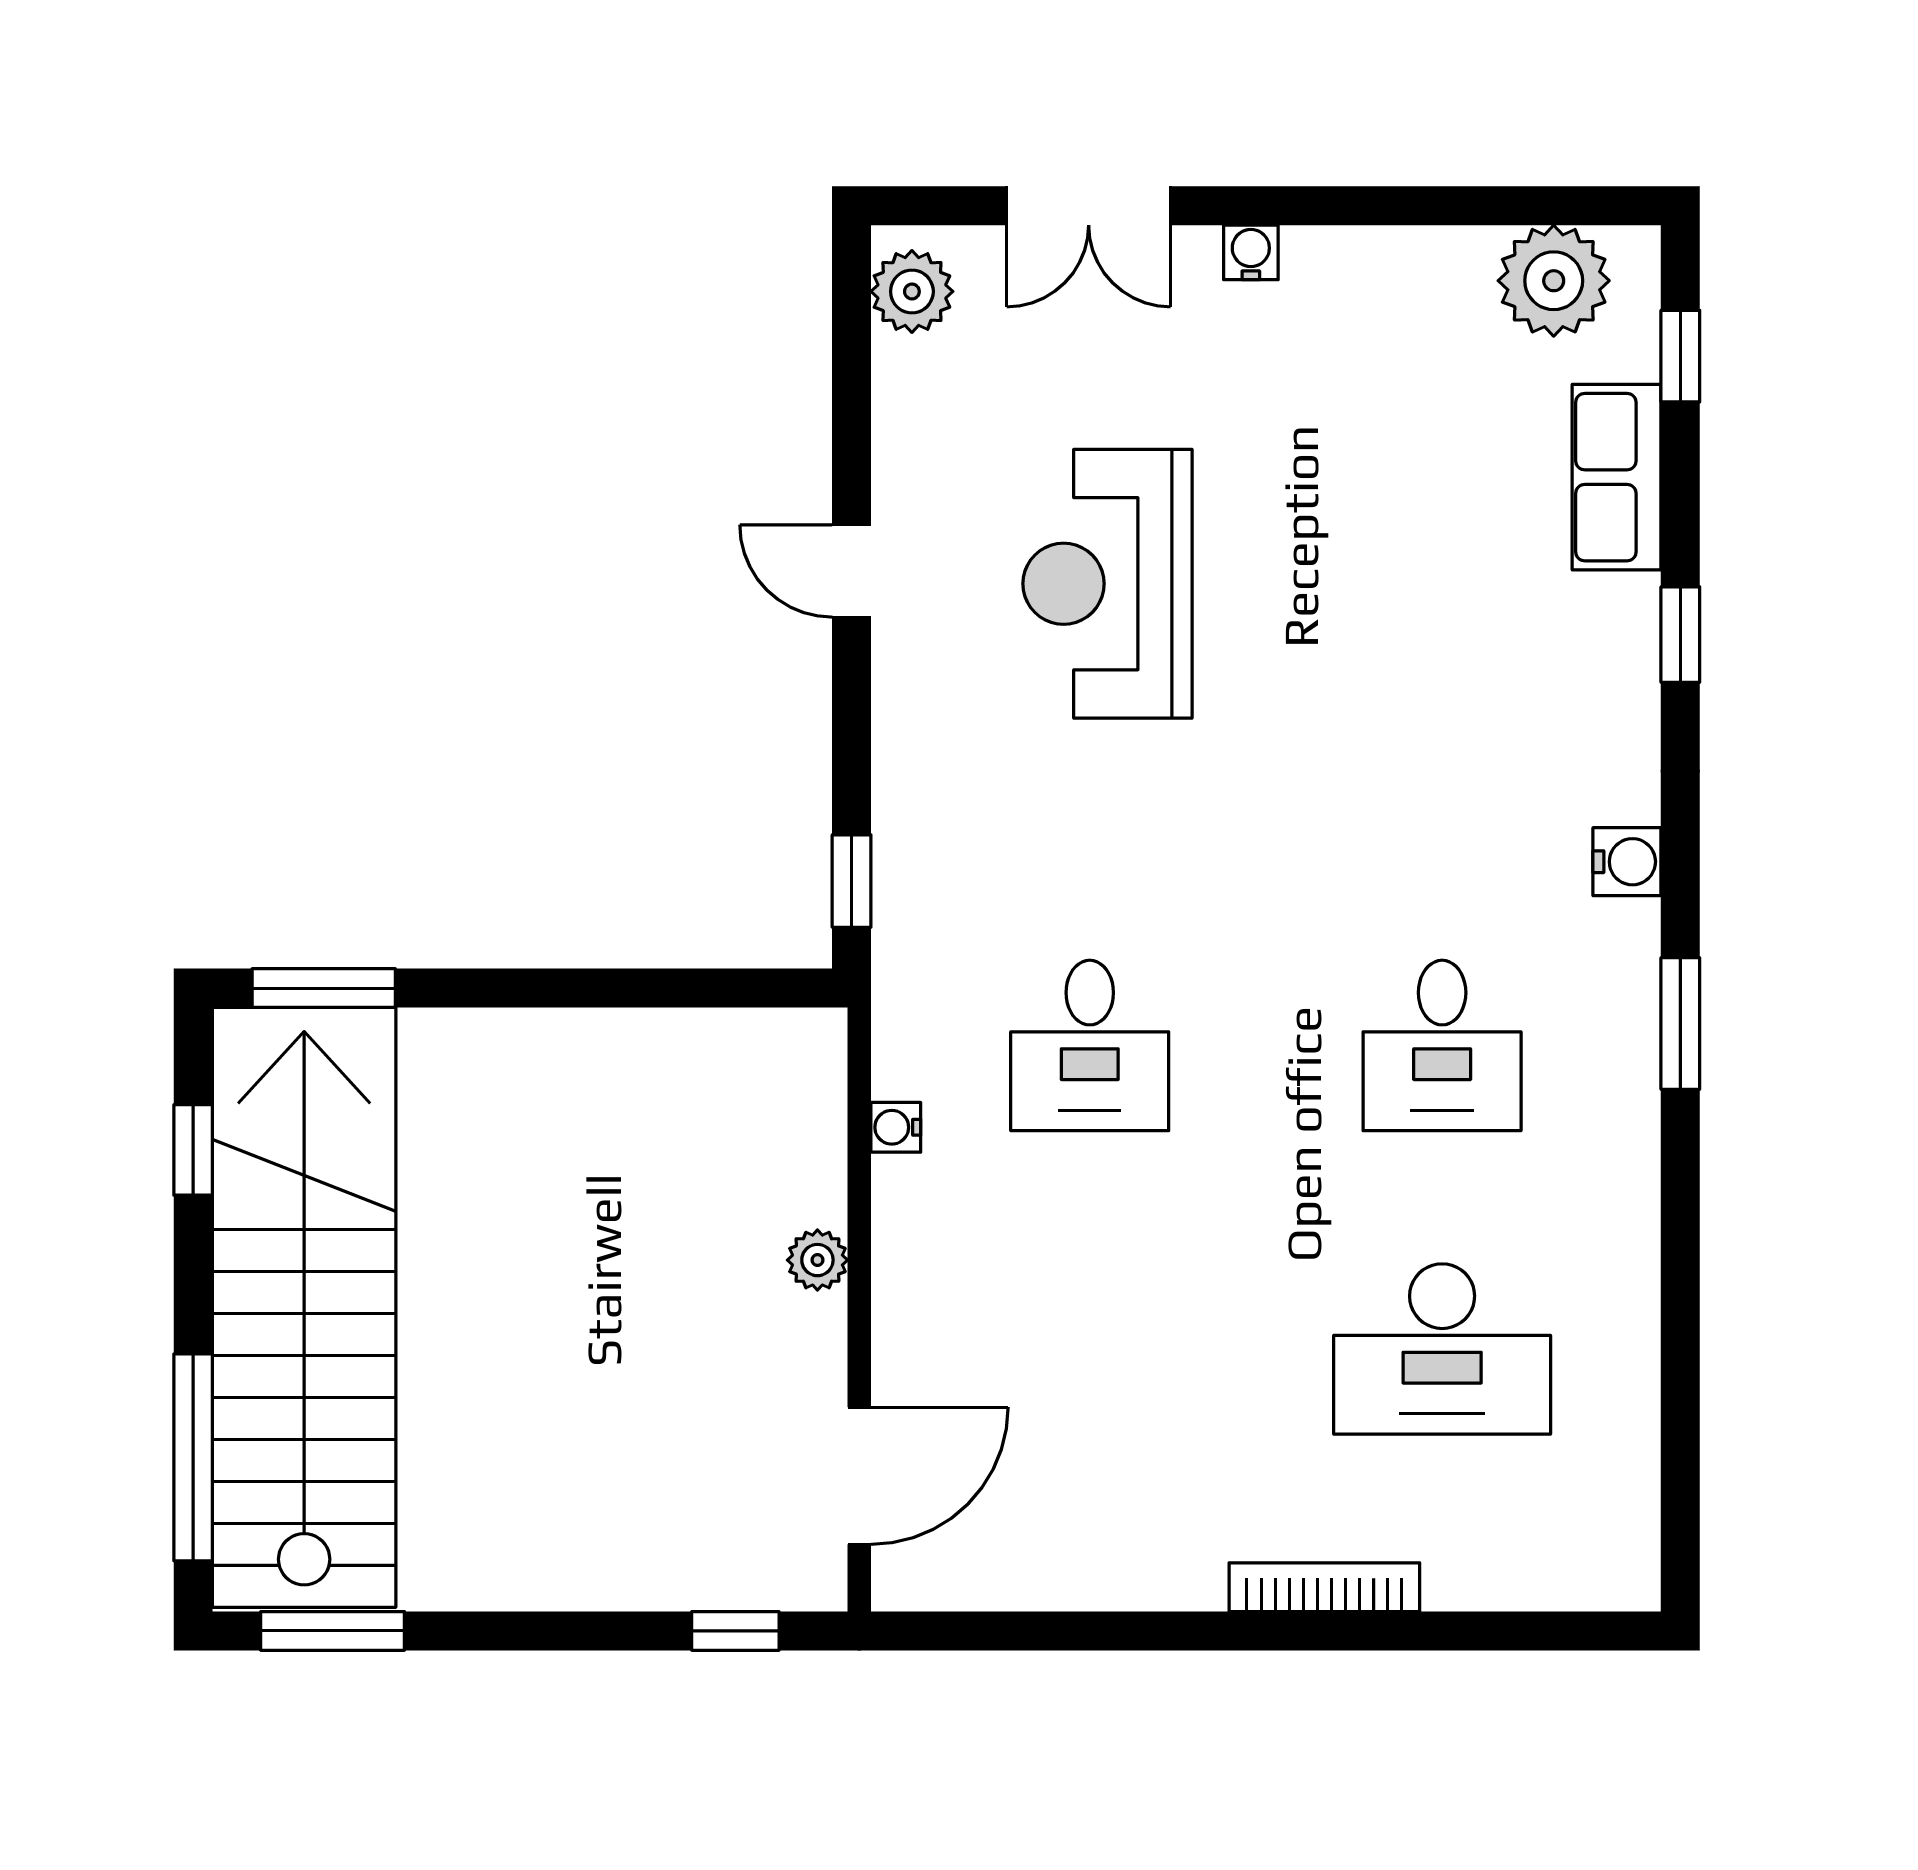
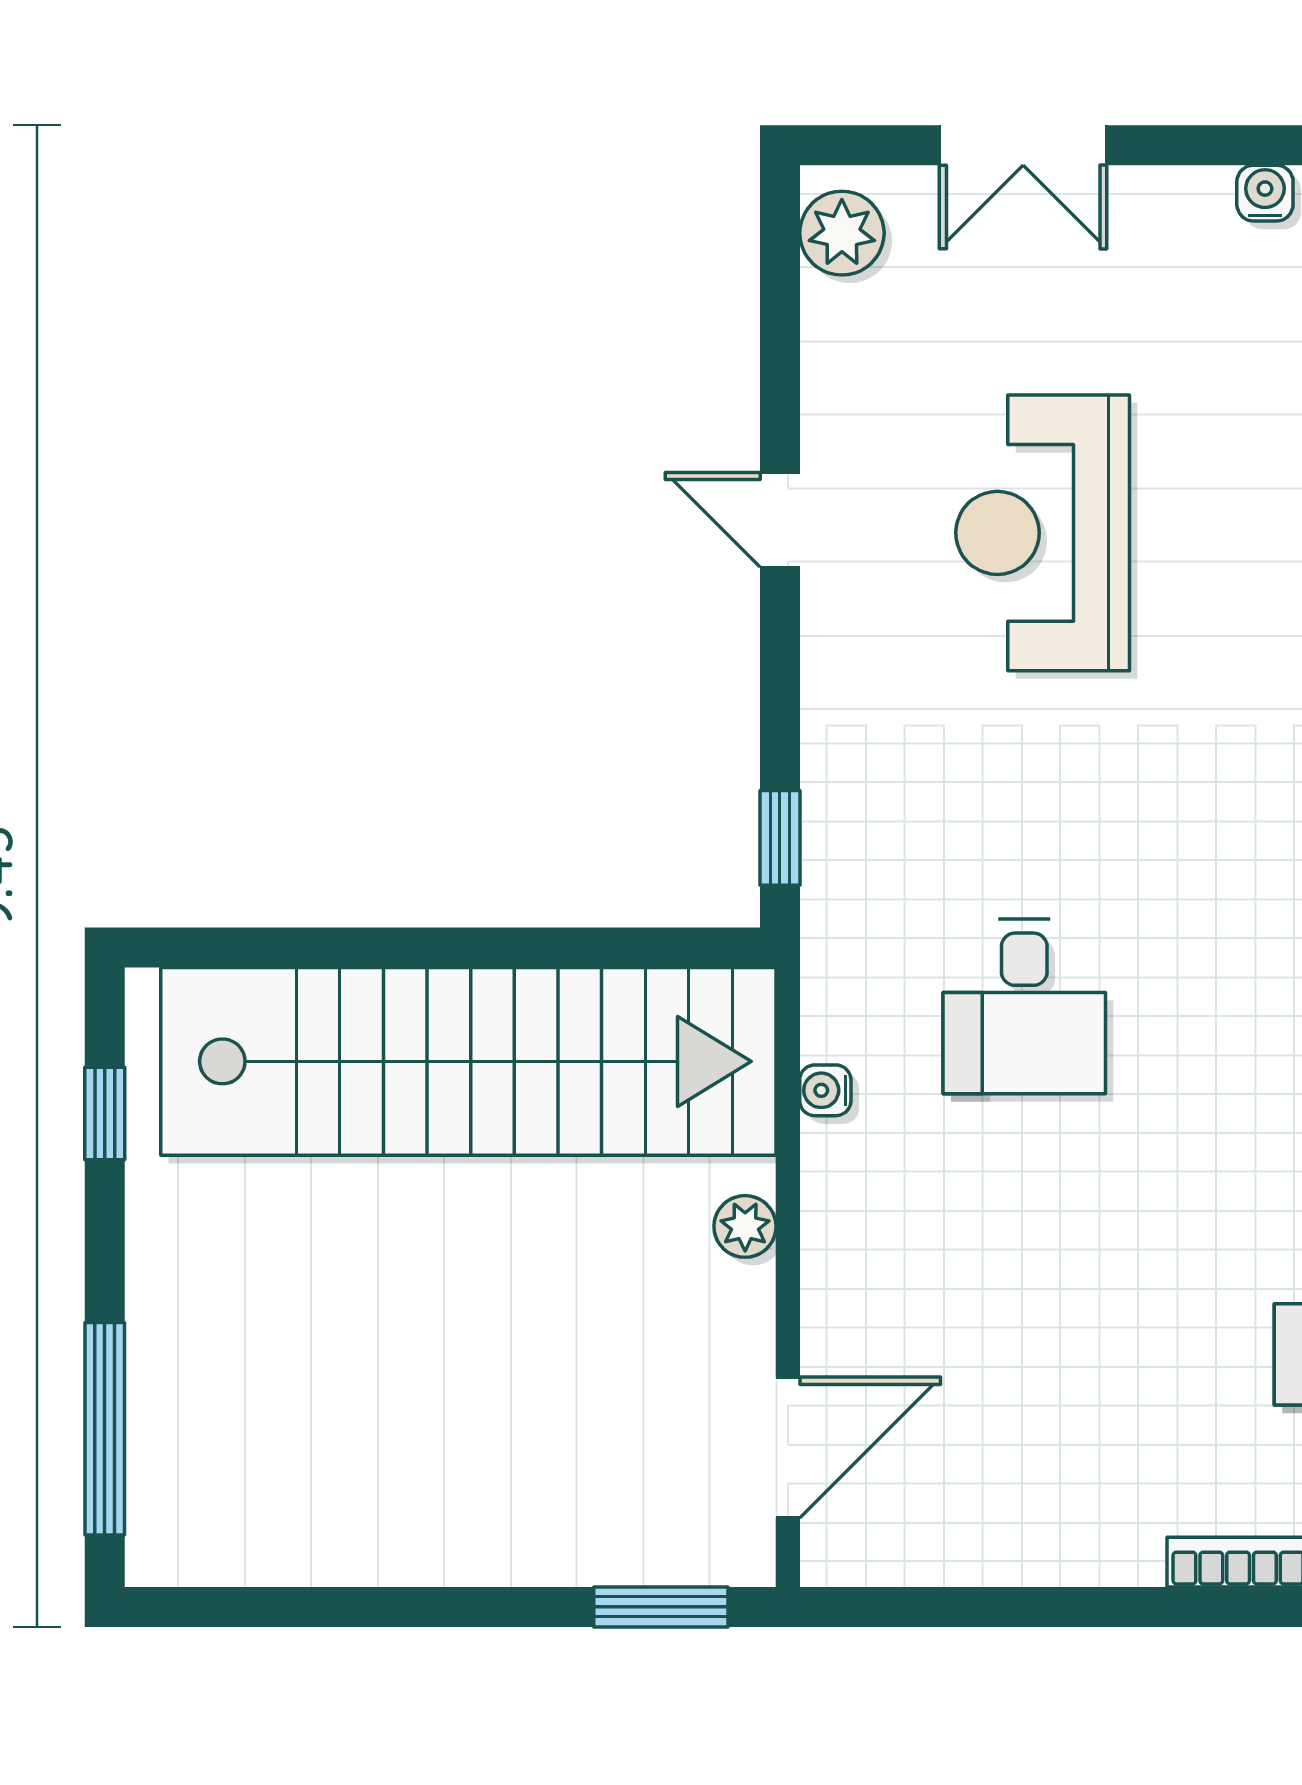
water cooler: (1251, 252) -> (1265, 193), moved
window: (324, 988) -> (239, 948), removed
stairs: (304, 1307) -> (468, 1061), moved, turned 90
window: (333, 1631) -> (248, 1607), removed
window: (735, 1631) -> (661, 1607), width x1.50

